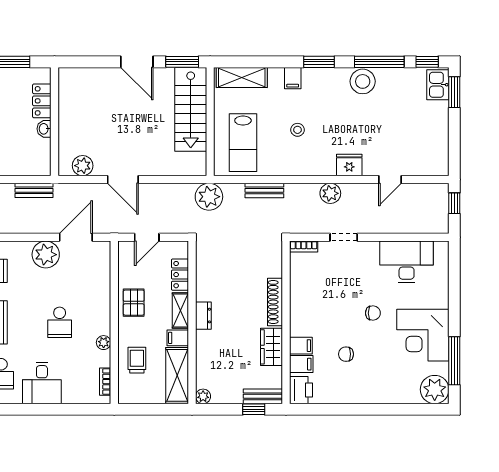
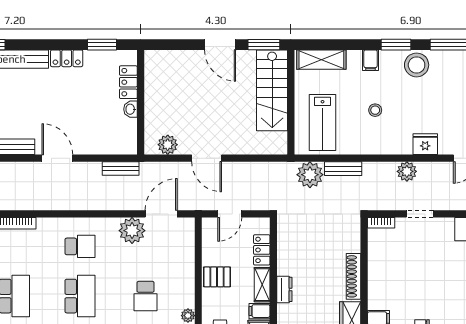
stool: (363, 81) -> (417, 65), moved
plant: (209, 197) -> (310, 175), moved
pallet: (134, 303) -> (217, 277), turned 90
chair: (373, 313) -> (448, 287), removed

